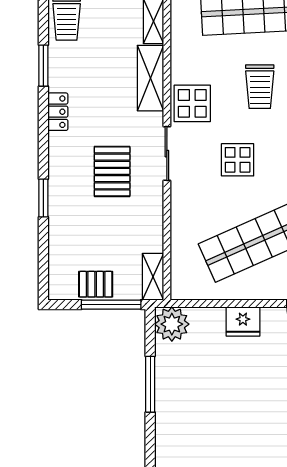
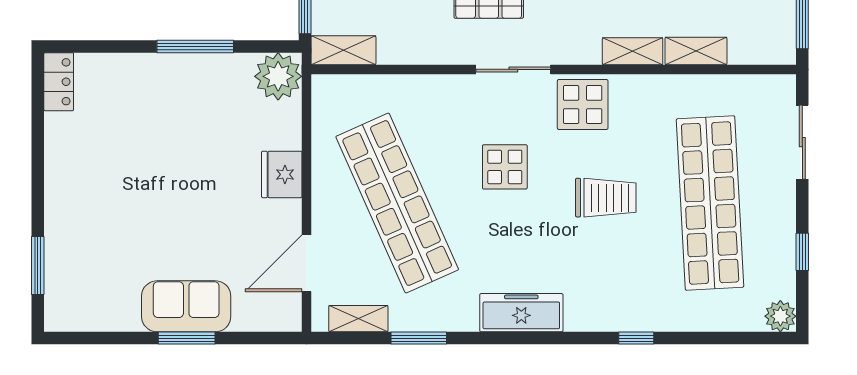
shelving: (150, 78) -> (633, 51), width x0.67, depth x0.75
trolley: (260, 87) -> (606, 198), turned 180

